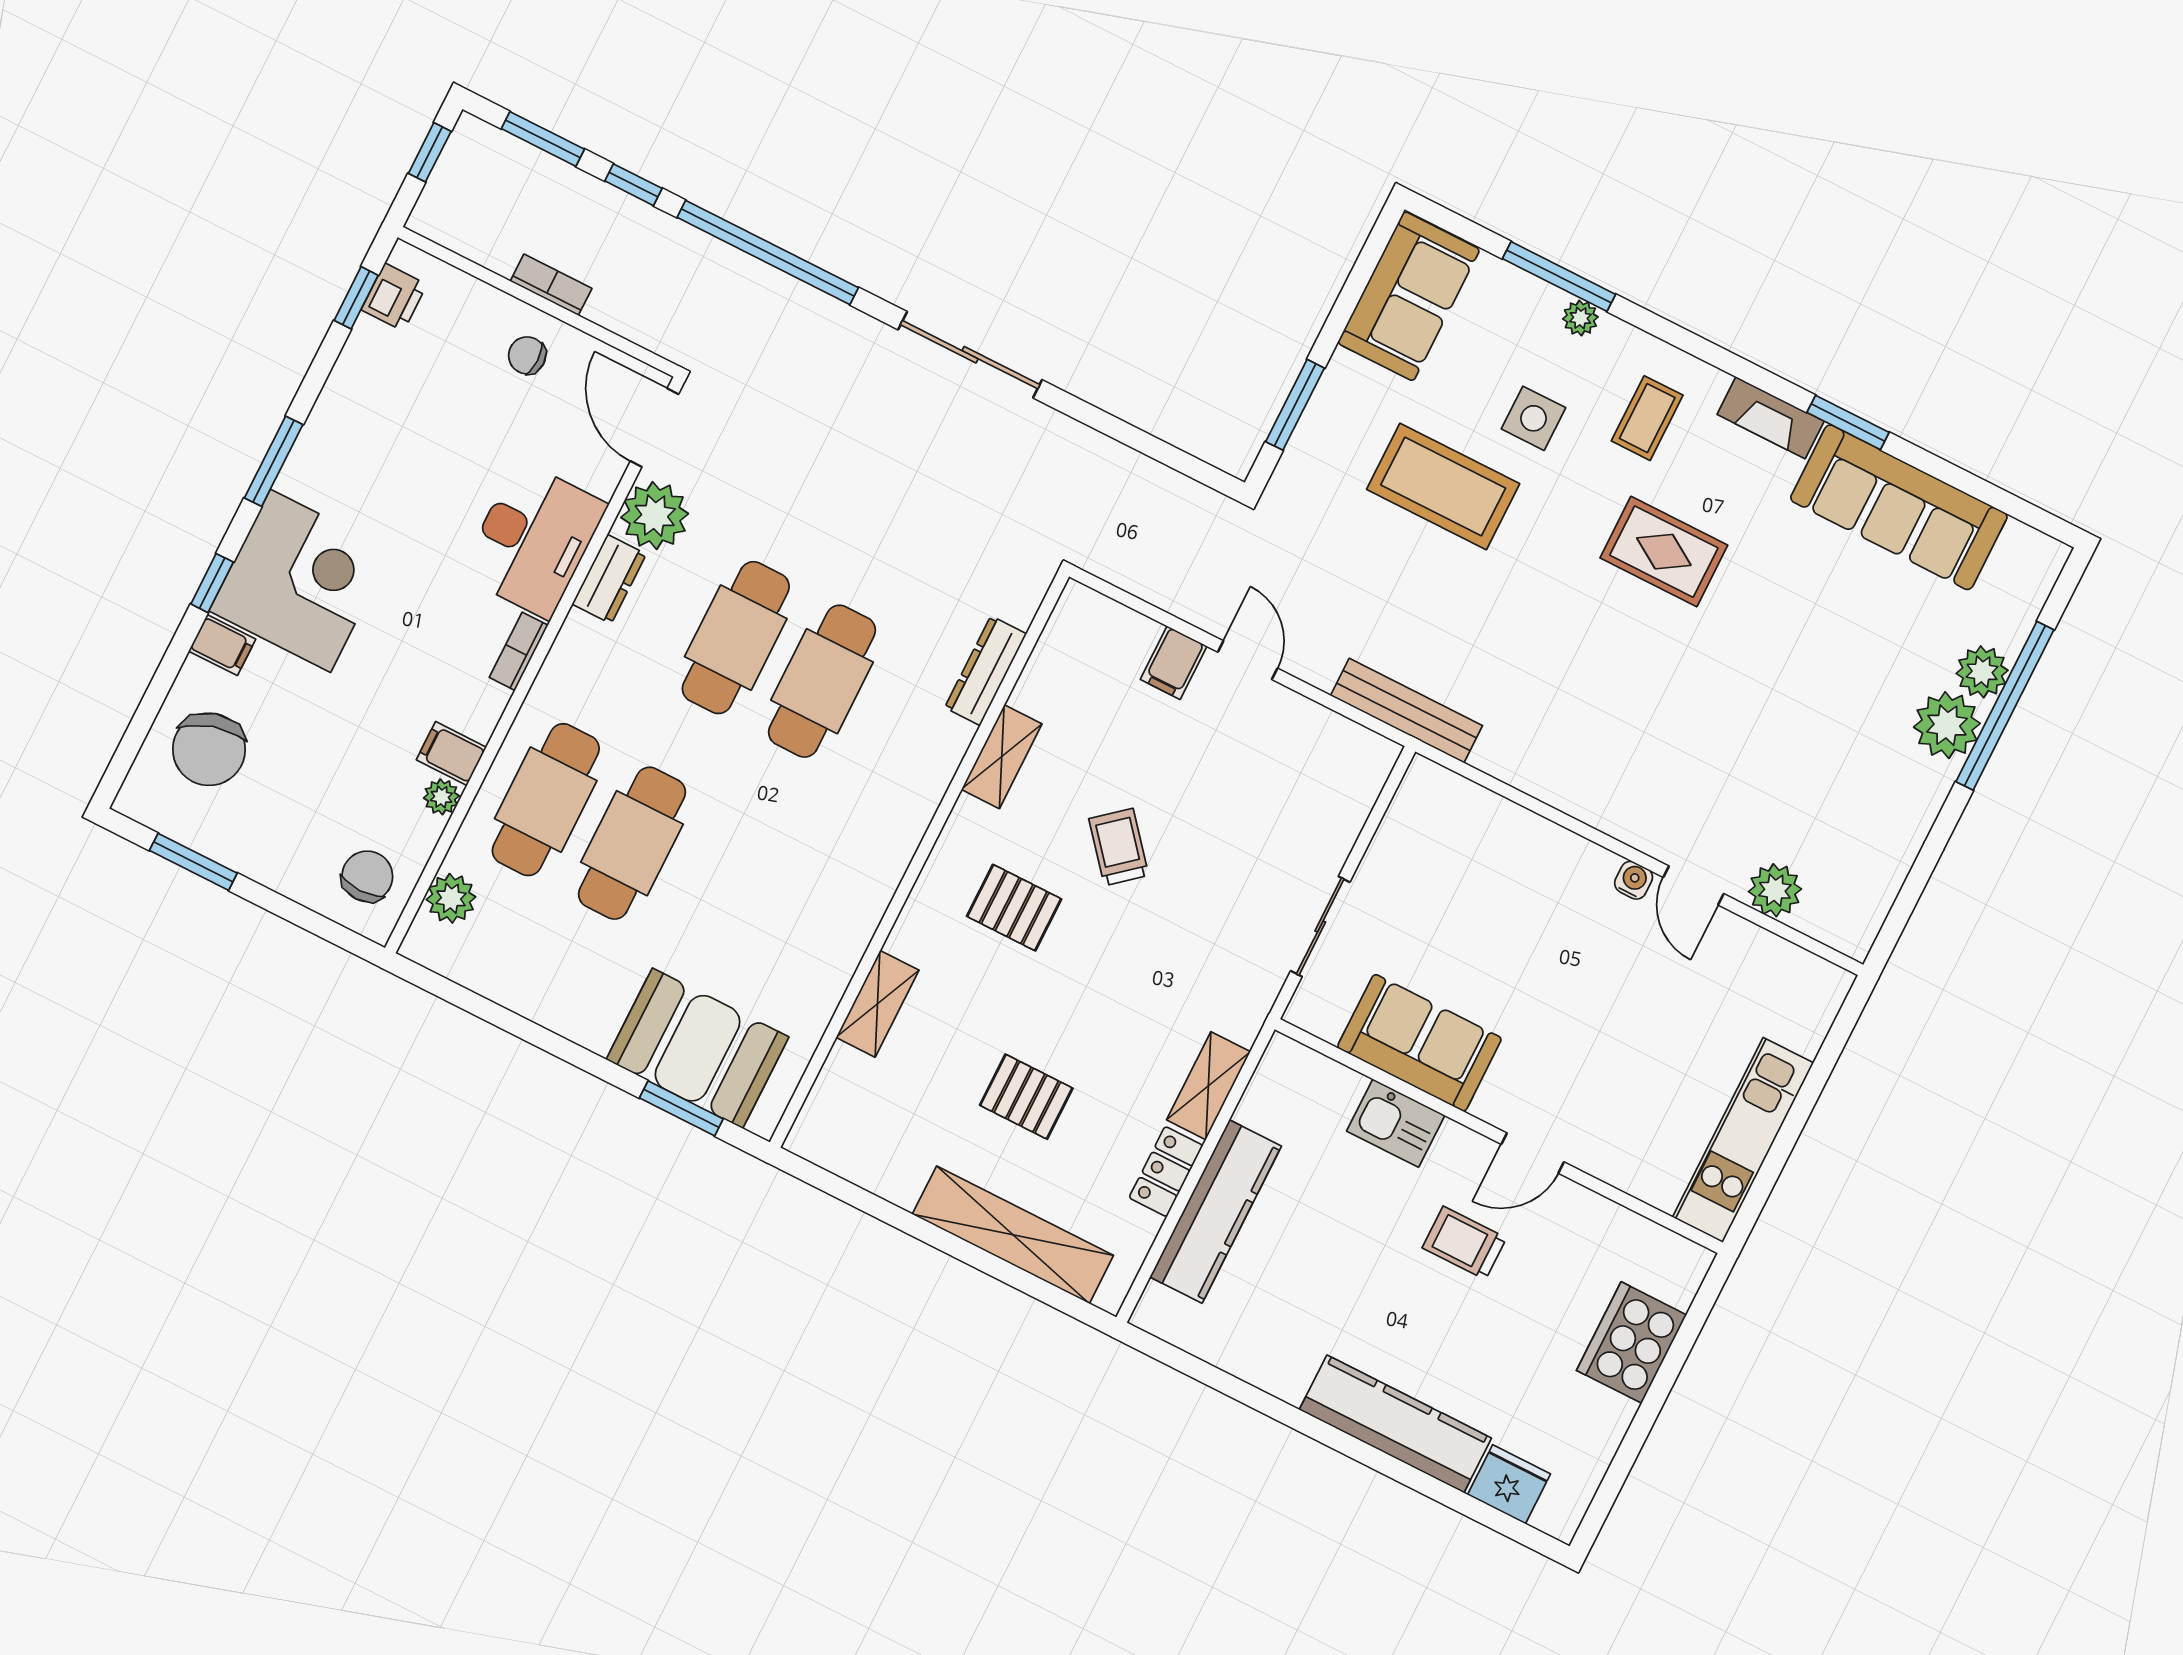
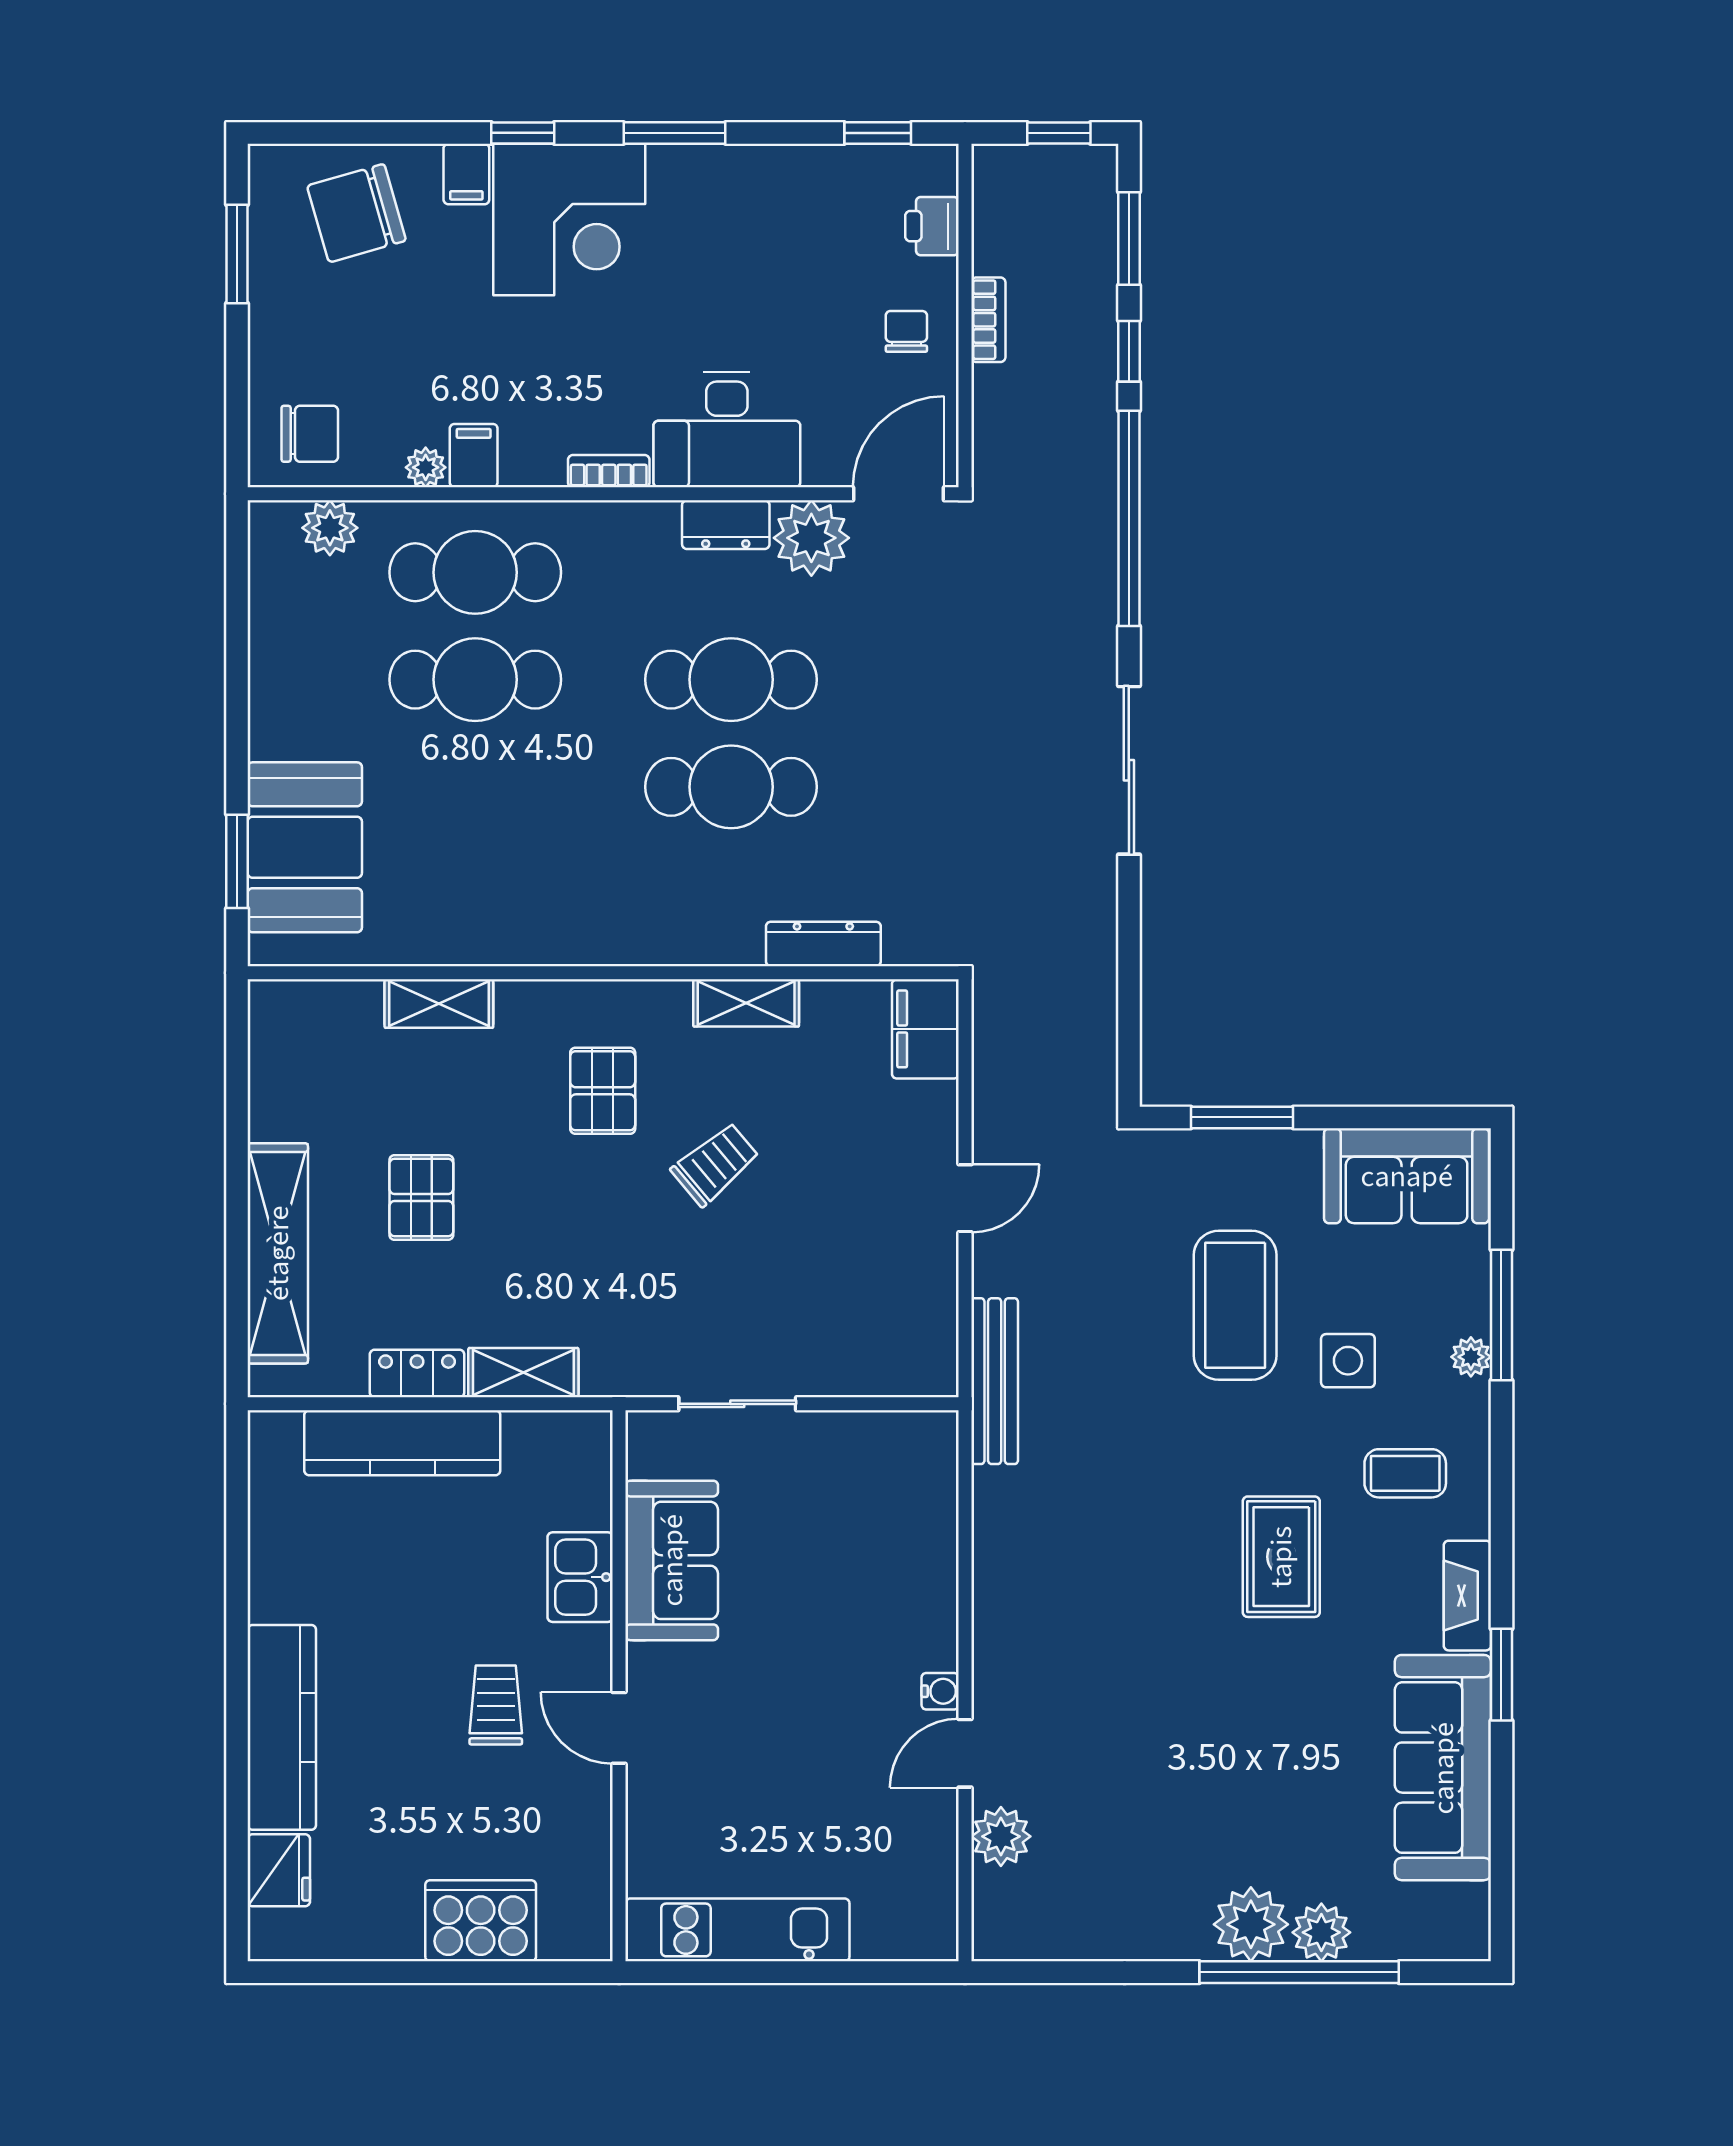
printer: (394, 297) -> (932, 226), moved, turned 90
filing cabinet: (1174, 663) -> (925, 1029), moved, width x2.00

